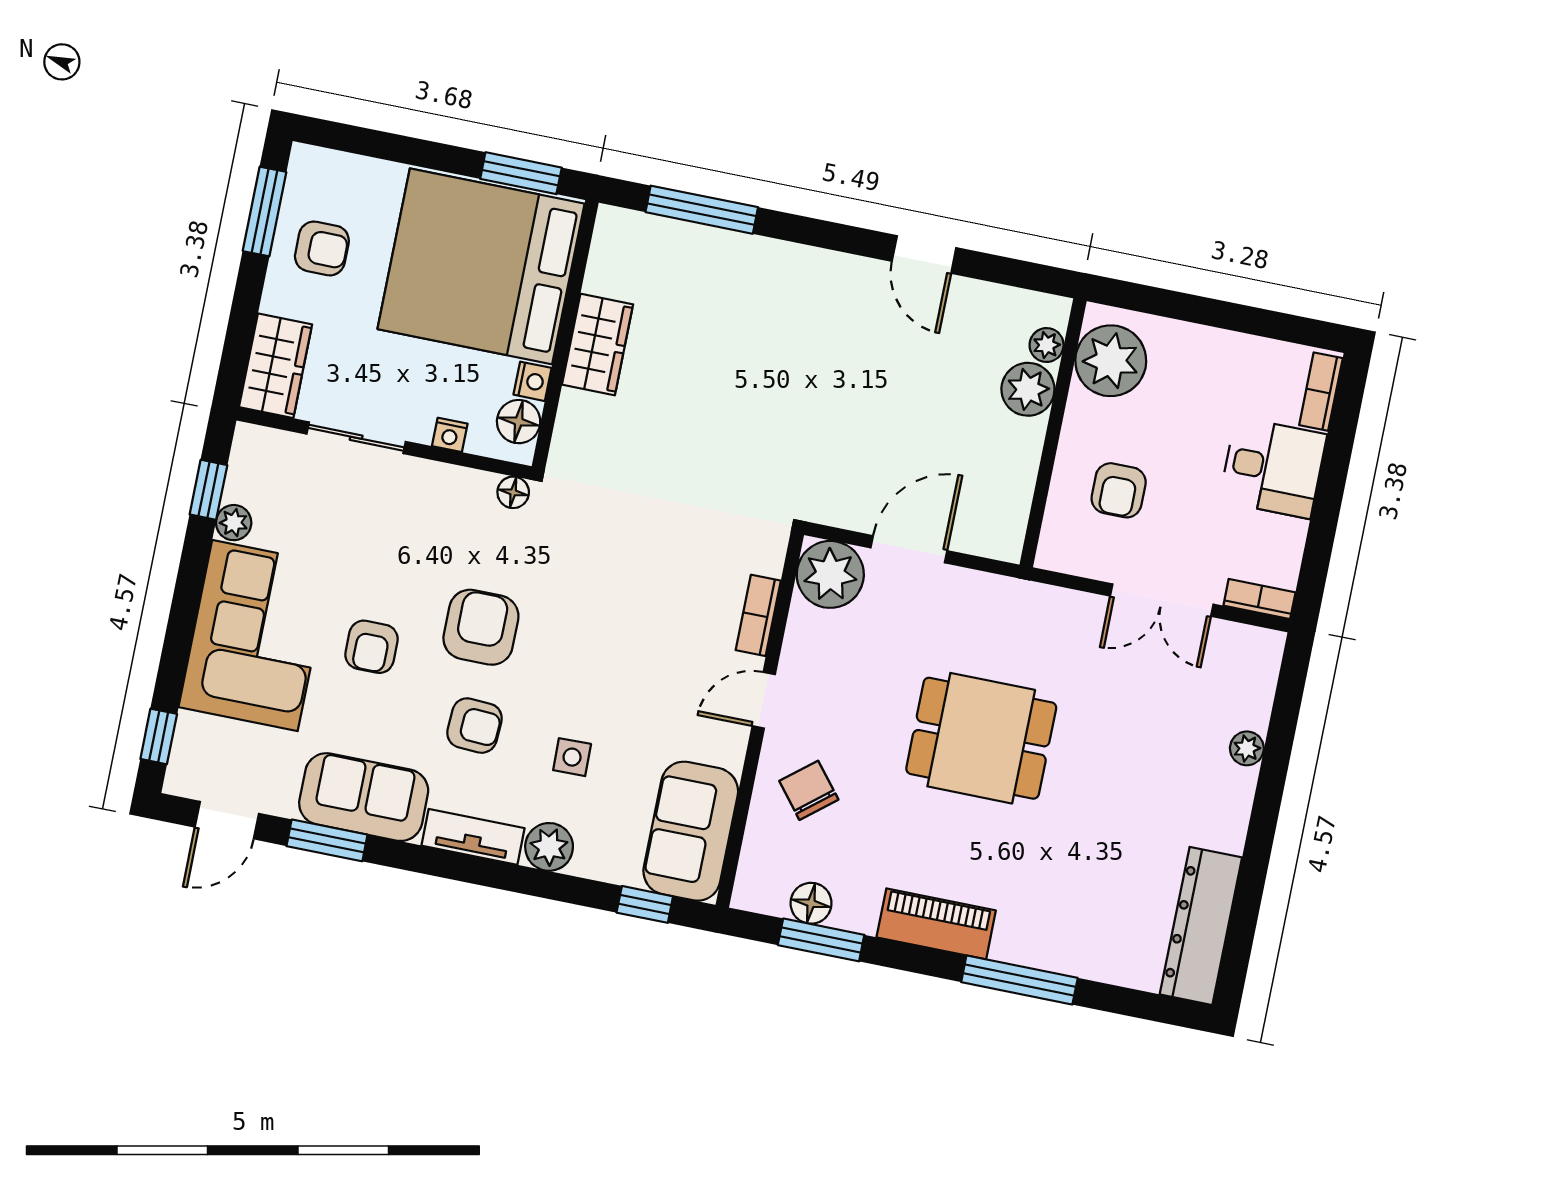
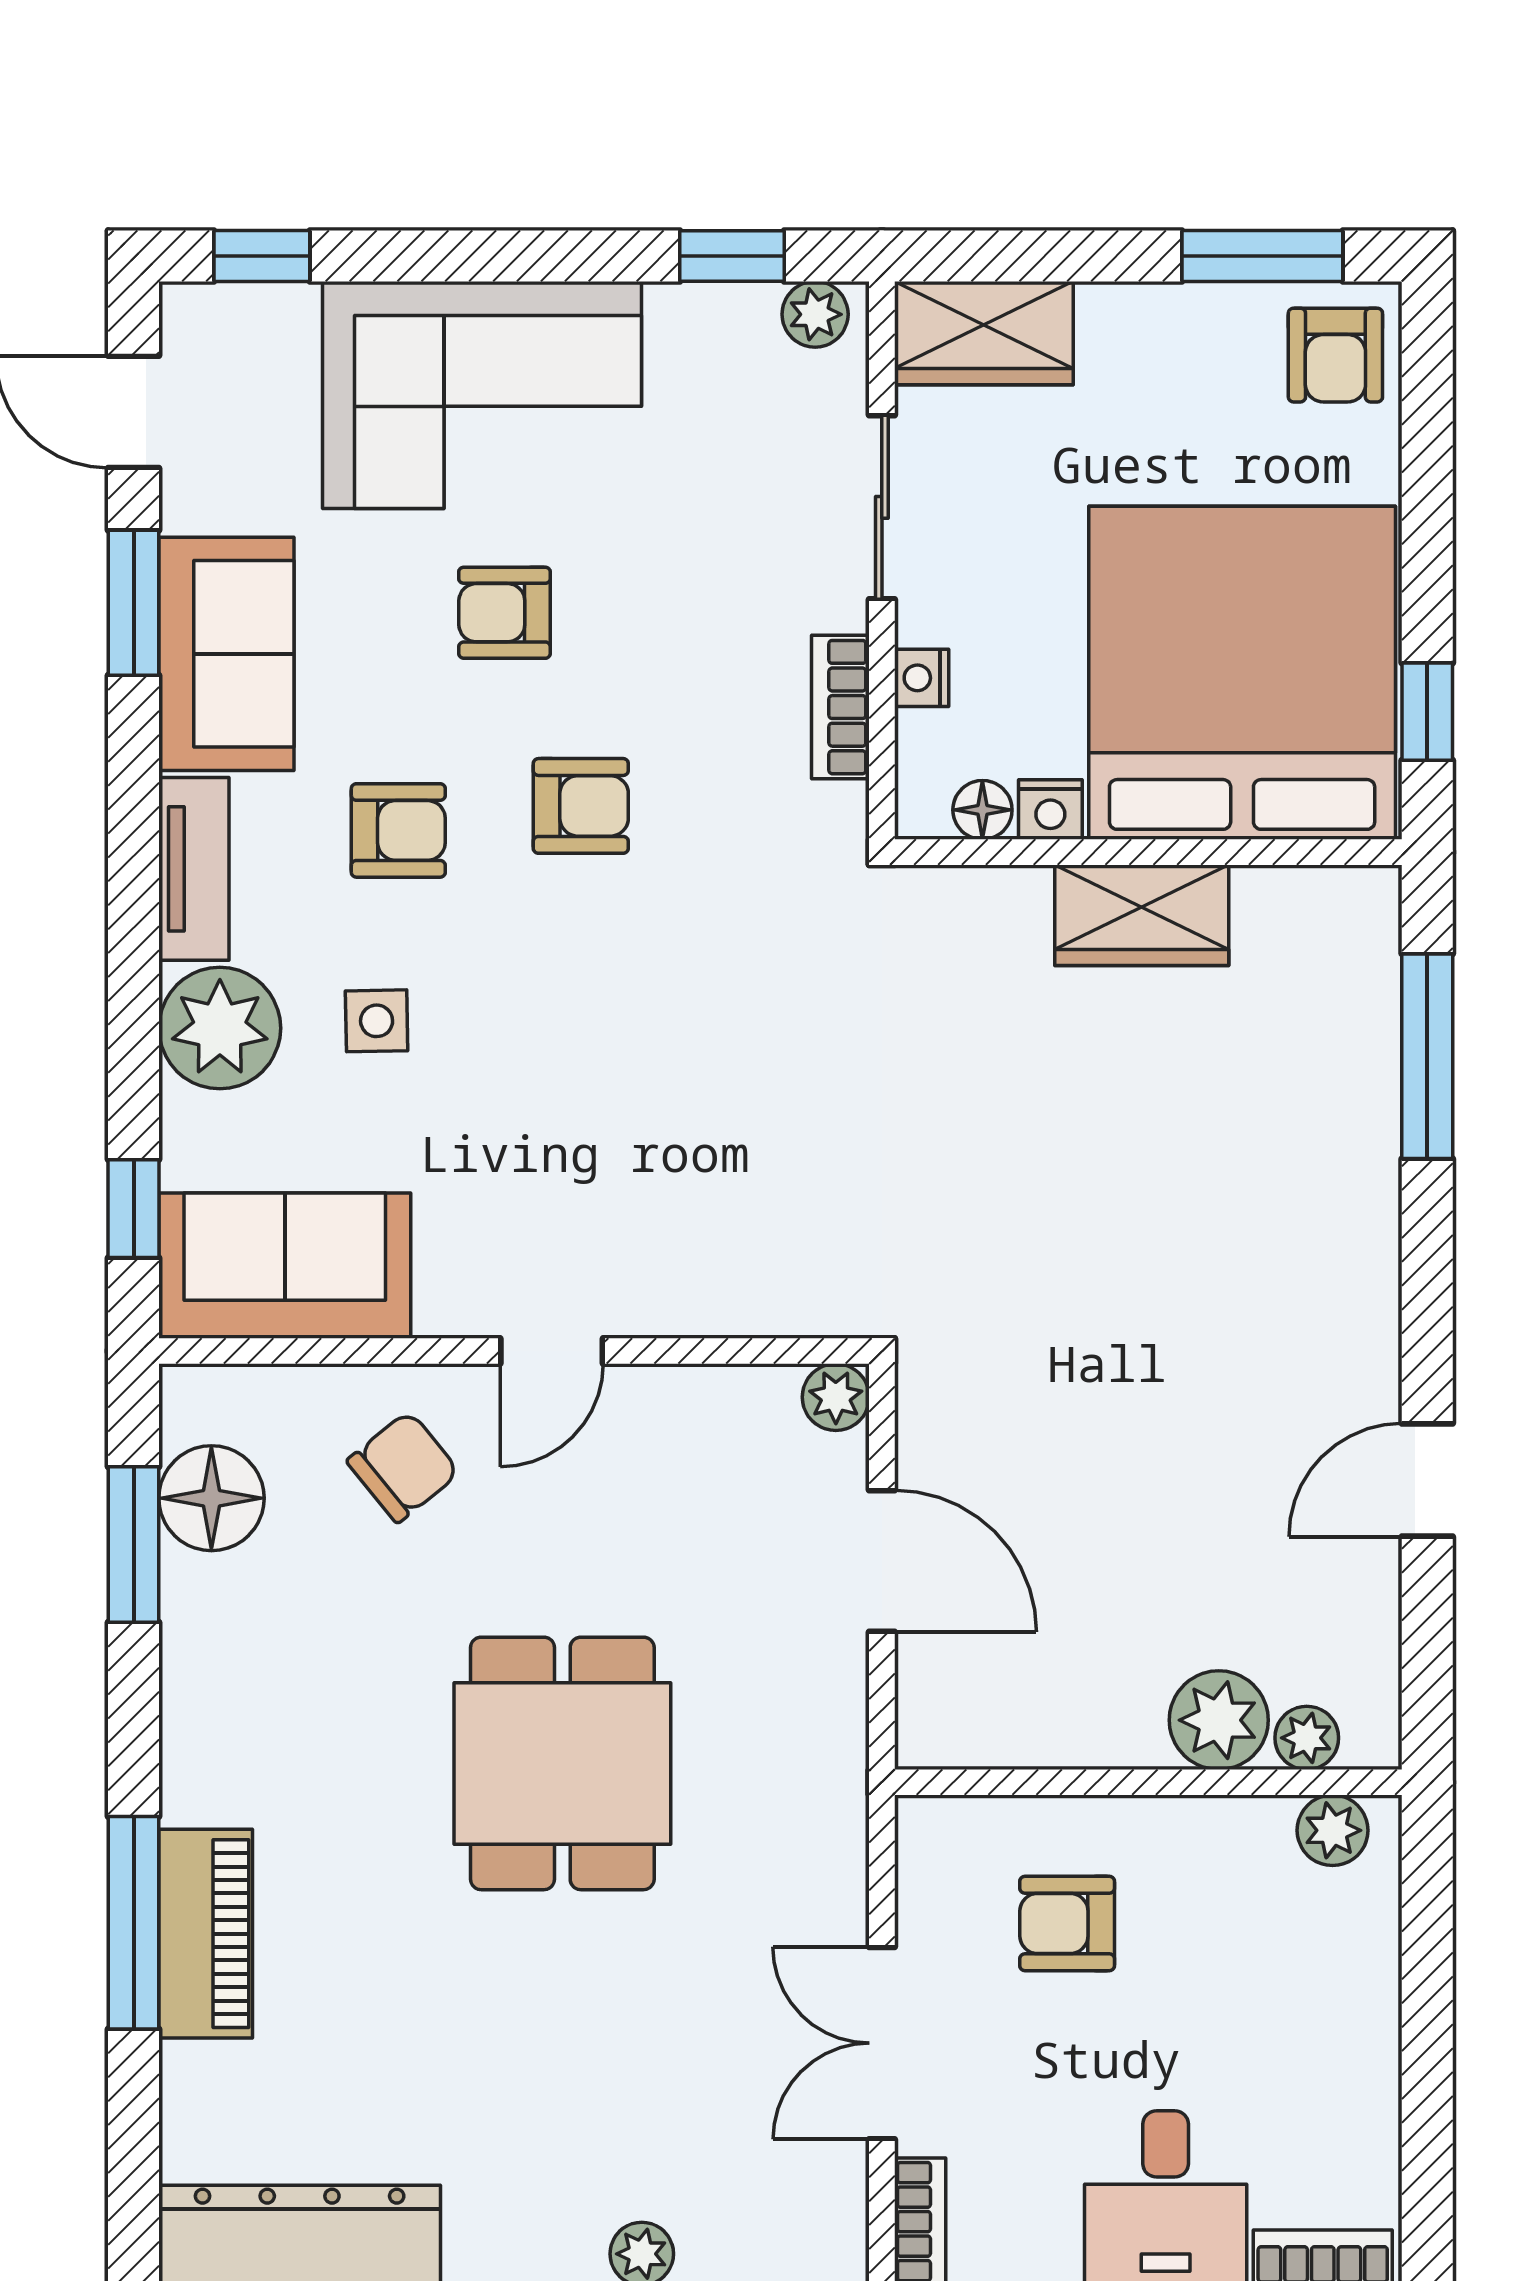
window: (521, 173) -> (1427, 712), width x0.67
armchair: (322, 248) -> (1335, 355), moved
plant: (1111, 361) -> (1333, 1830), width x0.53, depth x0.53
floor lamp: (519, 422) -> (982, 810), width x0.73, depth x0.73
floor lamp: (513, 492) -> (840, 815), removed
plant: (234, 523) -> (815, 314), moved
plant: (830, 574) -> (836, 1397), width x0.53, depth x0.53
bookcase: (758, 615) -> (840, 707), moved, turned -90
armchair: (481, 627) -> (581, 806), width x0.72, depth x0.72
door: (764, 700) -> (552, 1351), swing flipped
armchair: (474, 726) -> (398, 830), turned -93
plant: (549, 847) -> (220, 1028), width x1.36, depth x1.36
floor lamp: (811, 903) -> (211, 1498), width x1.38, depth x1.38
piano: (936, 924) -> (206, 1934), moved

